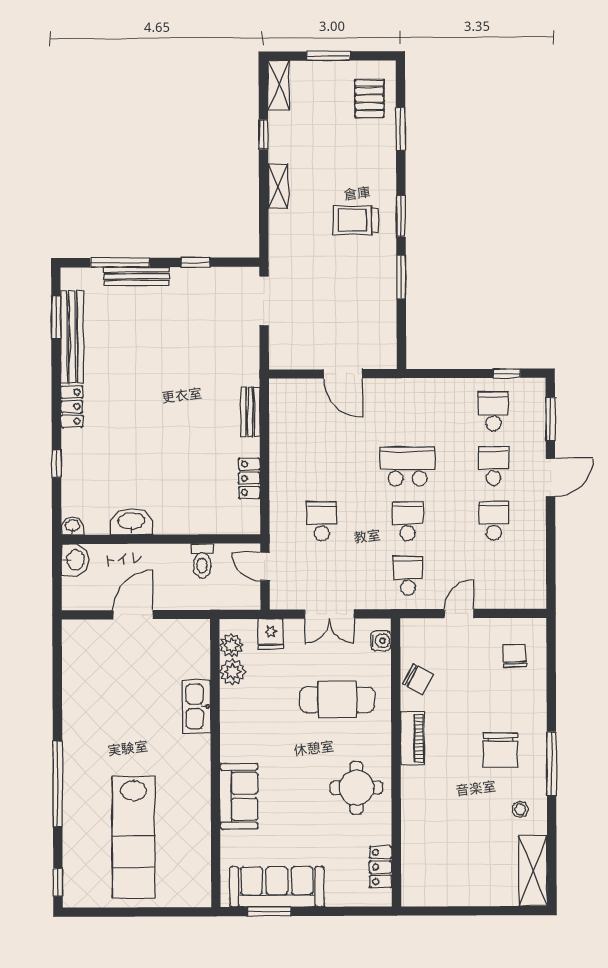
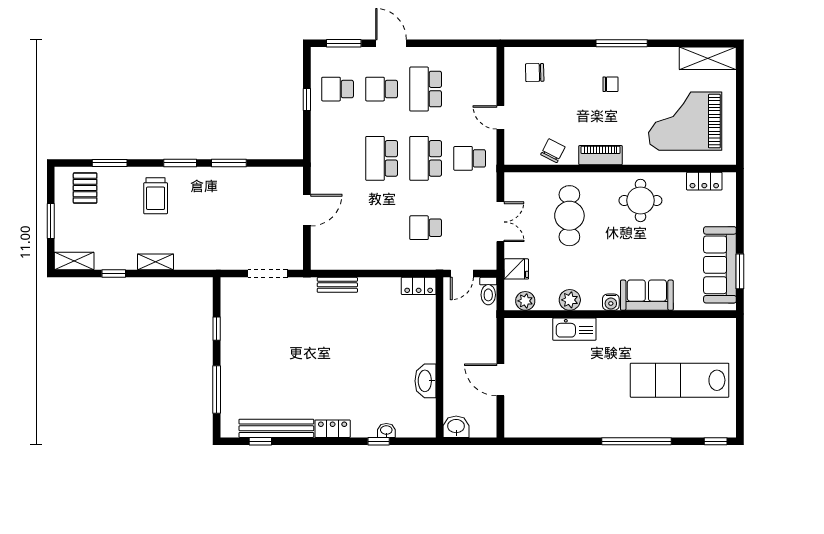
pallet: (369, 98) -> (85, 188), turned 90
trolley: (356, 220) -> (156, 196), moved
bench: (137, 276) -> (228, 376), removed
doorway: (264, 301) -> (268, 274), moved
window: (56, 317) -> (260, 441), width x0.67
window: (507, 373) -> (307, 100), moved
locker: (249, 478) -> (419, 286), moved
school desk: (408, 521) -> (426, 158), width x1.85
school desk: (494, 521) -> (426, 89), width x1.85
washbasin: (72, 526) -> (386, 430), moved, turned 90
toilet: (202, 561) -> (488, 291), moved, turned 90
water cooler: (381, 641) -> (611, 302), moved, turned 180
plant: (233, 672) -> (570, 300), moved
chair: (501, 750) -> (610, 84), width x0.54, depth x0.54
stool: (520, 809) -> (658, 69), removed
lab bench: (134, 837) -> (680, 380), turned 180
grand piano: (455, 843) -> (685, 121), added

